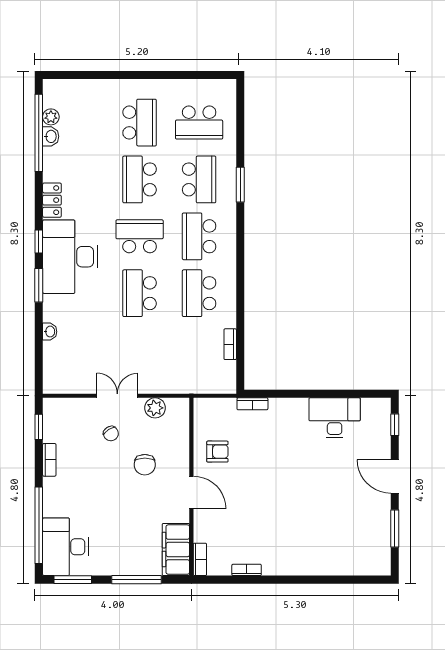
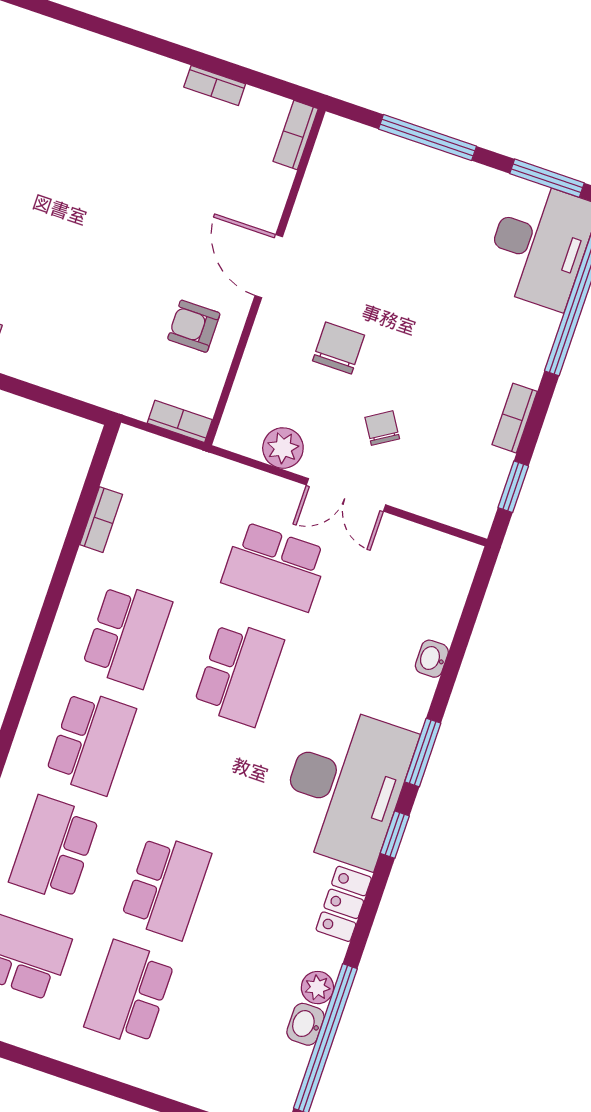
plant: (51, 117) -> (317, 988), moved
school desk: (140, 236) -> (275, 566), moved
bookcase: (252, 404) -> (180, 421), moved
filing cabinet: (176, 550) -> (334, 169), removed

